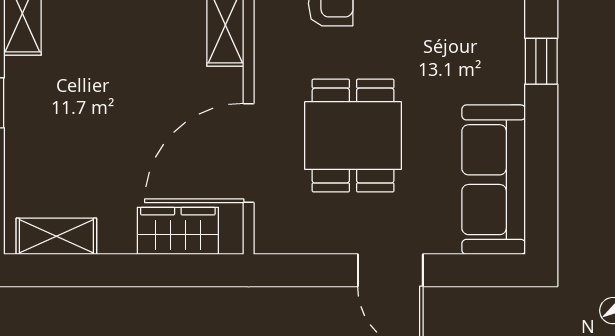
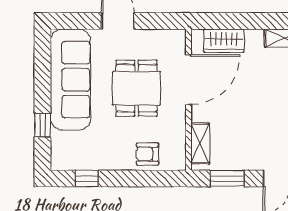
sofa: (494, 180) -> (71, 80), width x1.36, depth x1.27

